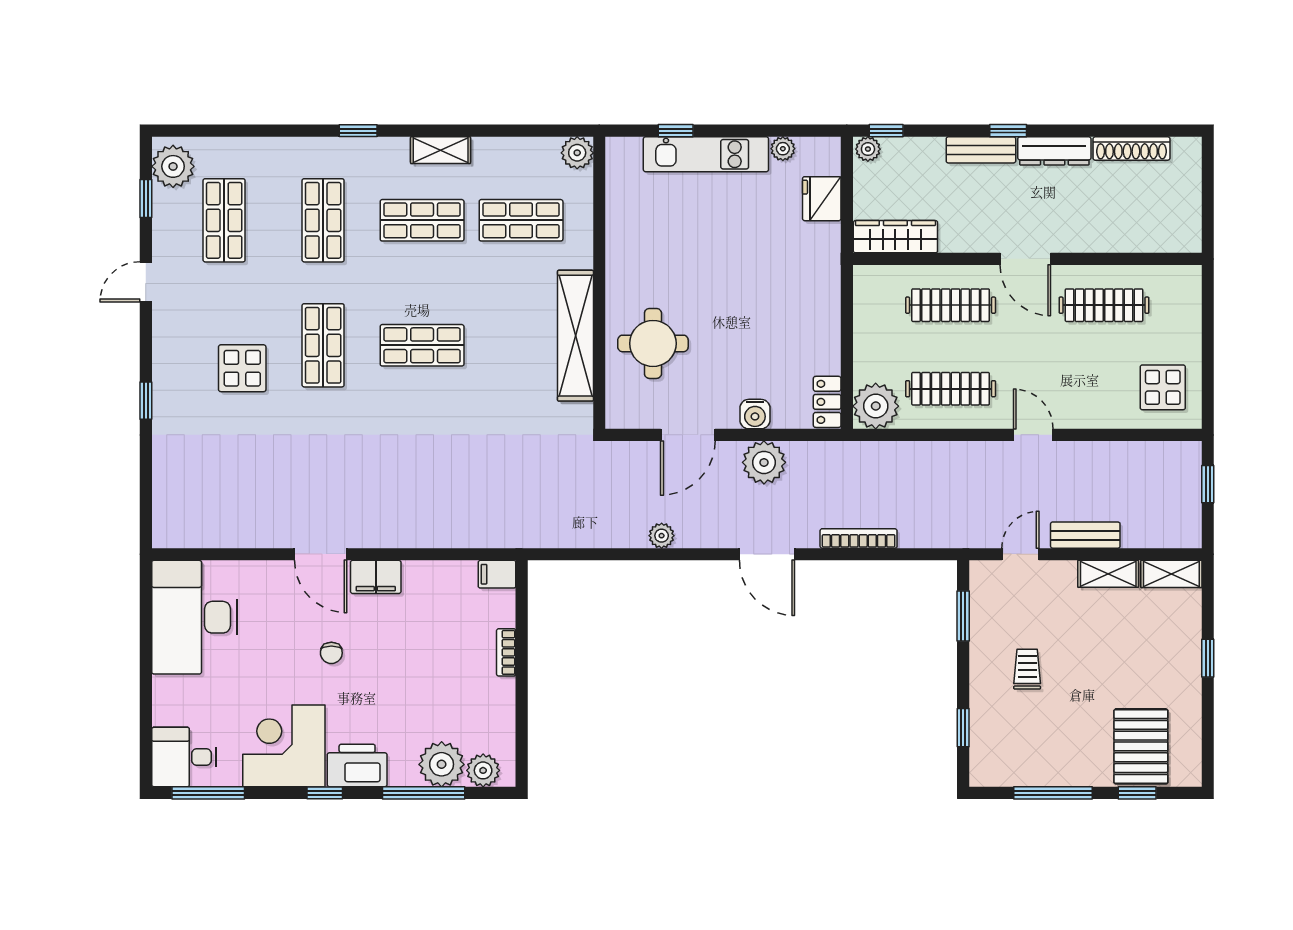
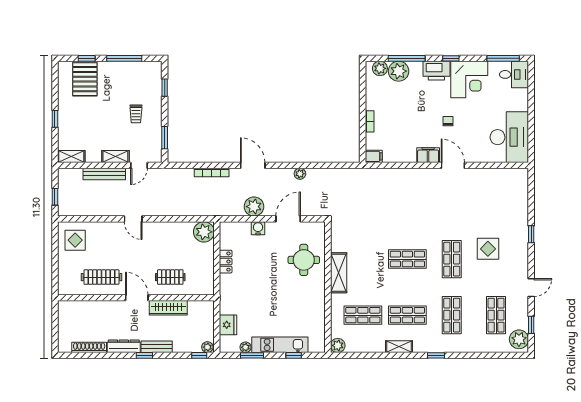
window: (768, 131) -> (252, 355), added
wardrobe: (895, 237) -> (168, 308), moved
clothes rail: (951, 305) -> (170, 277), width x0.73
shelving: (575, 336) -> (339, 273), width x0.68
clothes rail: (951, 389) -> (170, 240), removed
locker: (827, 402) -> (226, 262), moved
bench: (1085, 535) -> (104, 174), width x1.36
shelving: (1108, 574) -> (115, 157), moved

